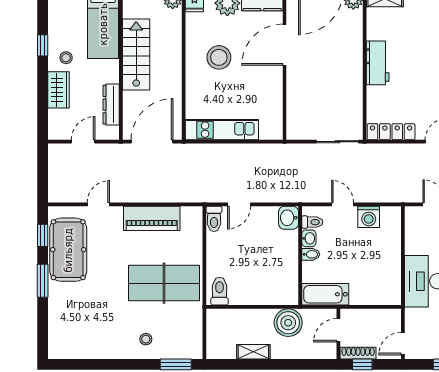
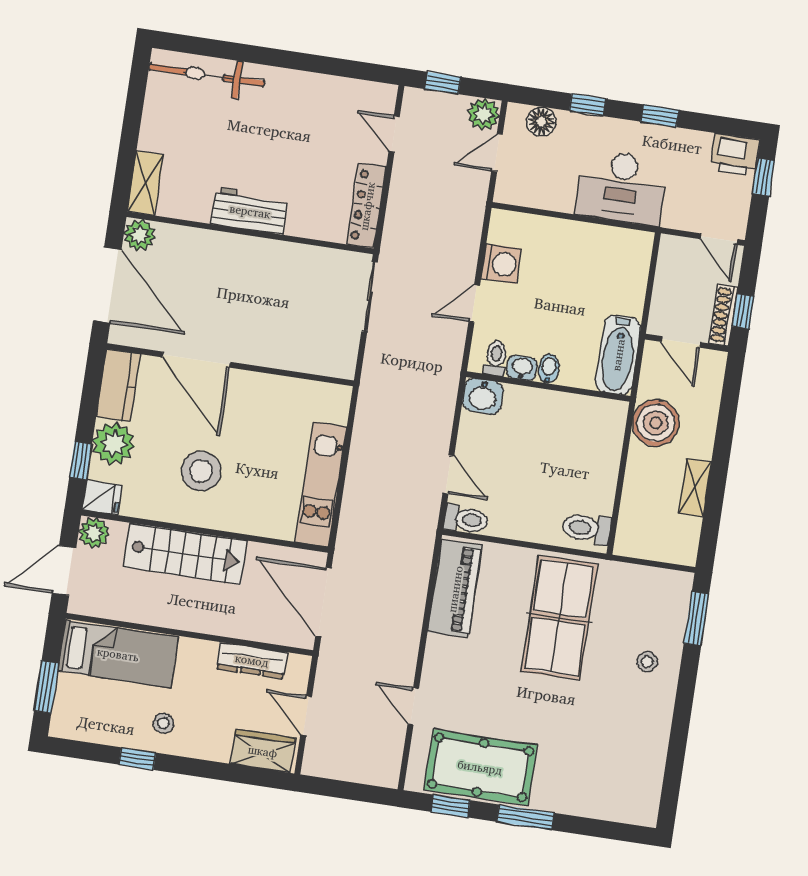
stairs: (136, 54) -> (185, 554), moved, turned 180
wardrobe: (58, 90) -> (263, 751), moved
piano: (152, 218) -> (455, 589), moved

